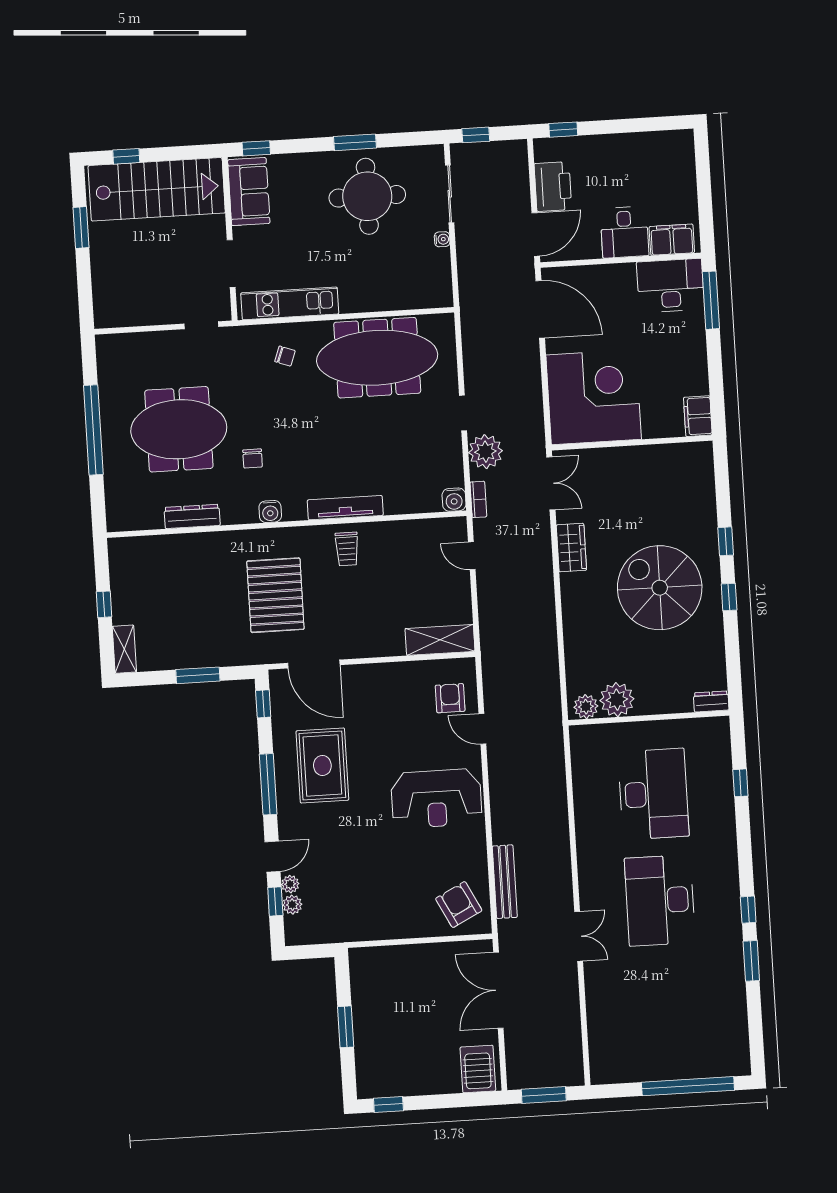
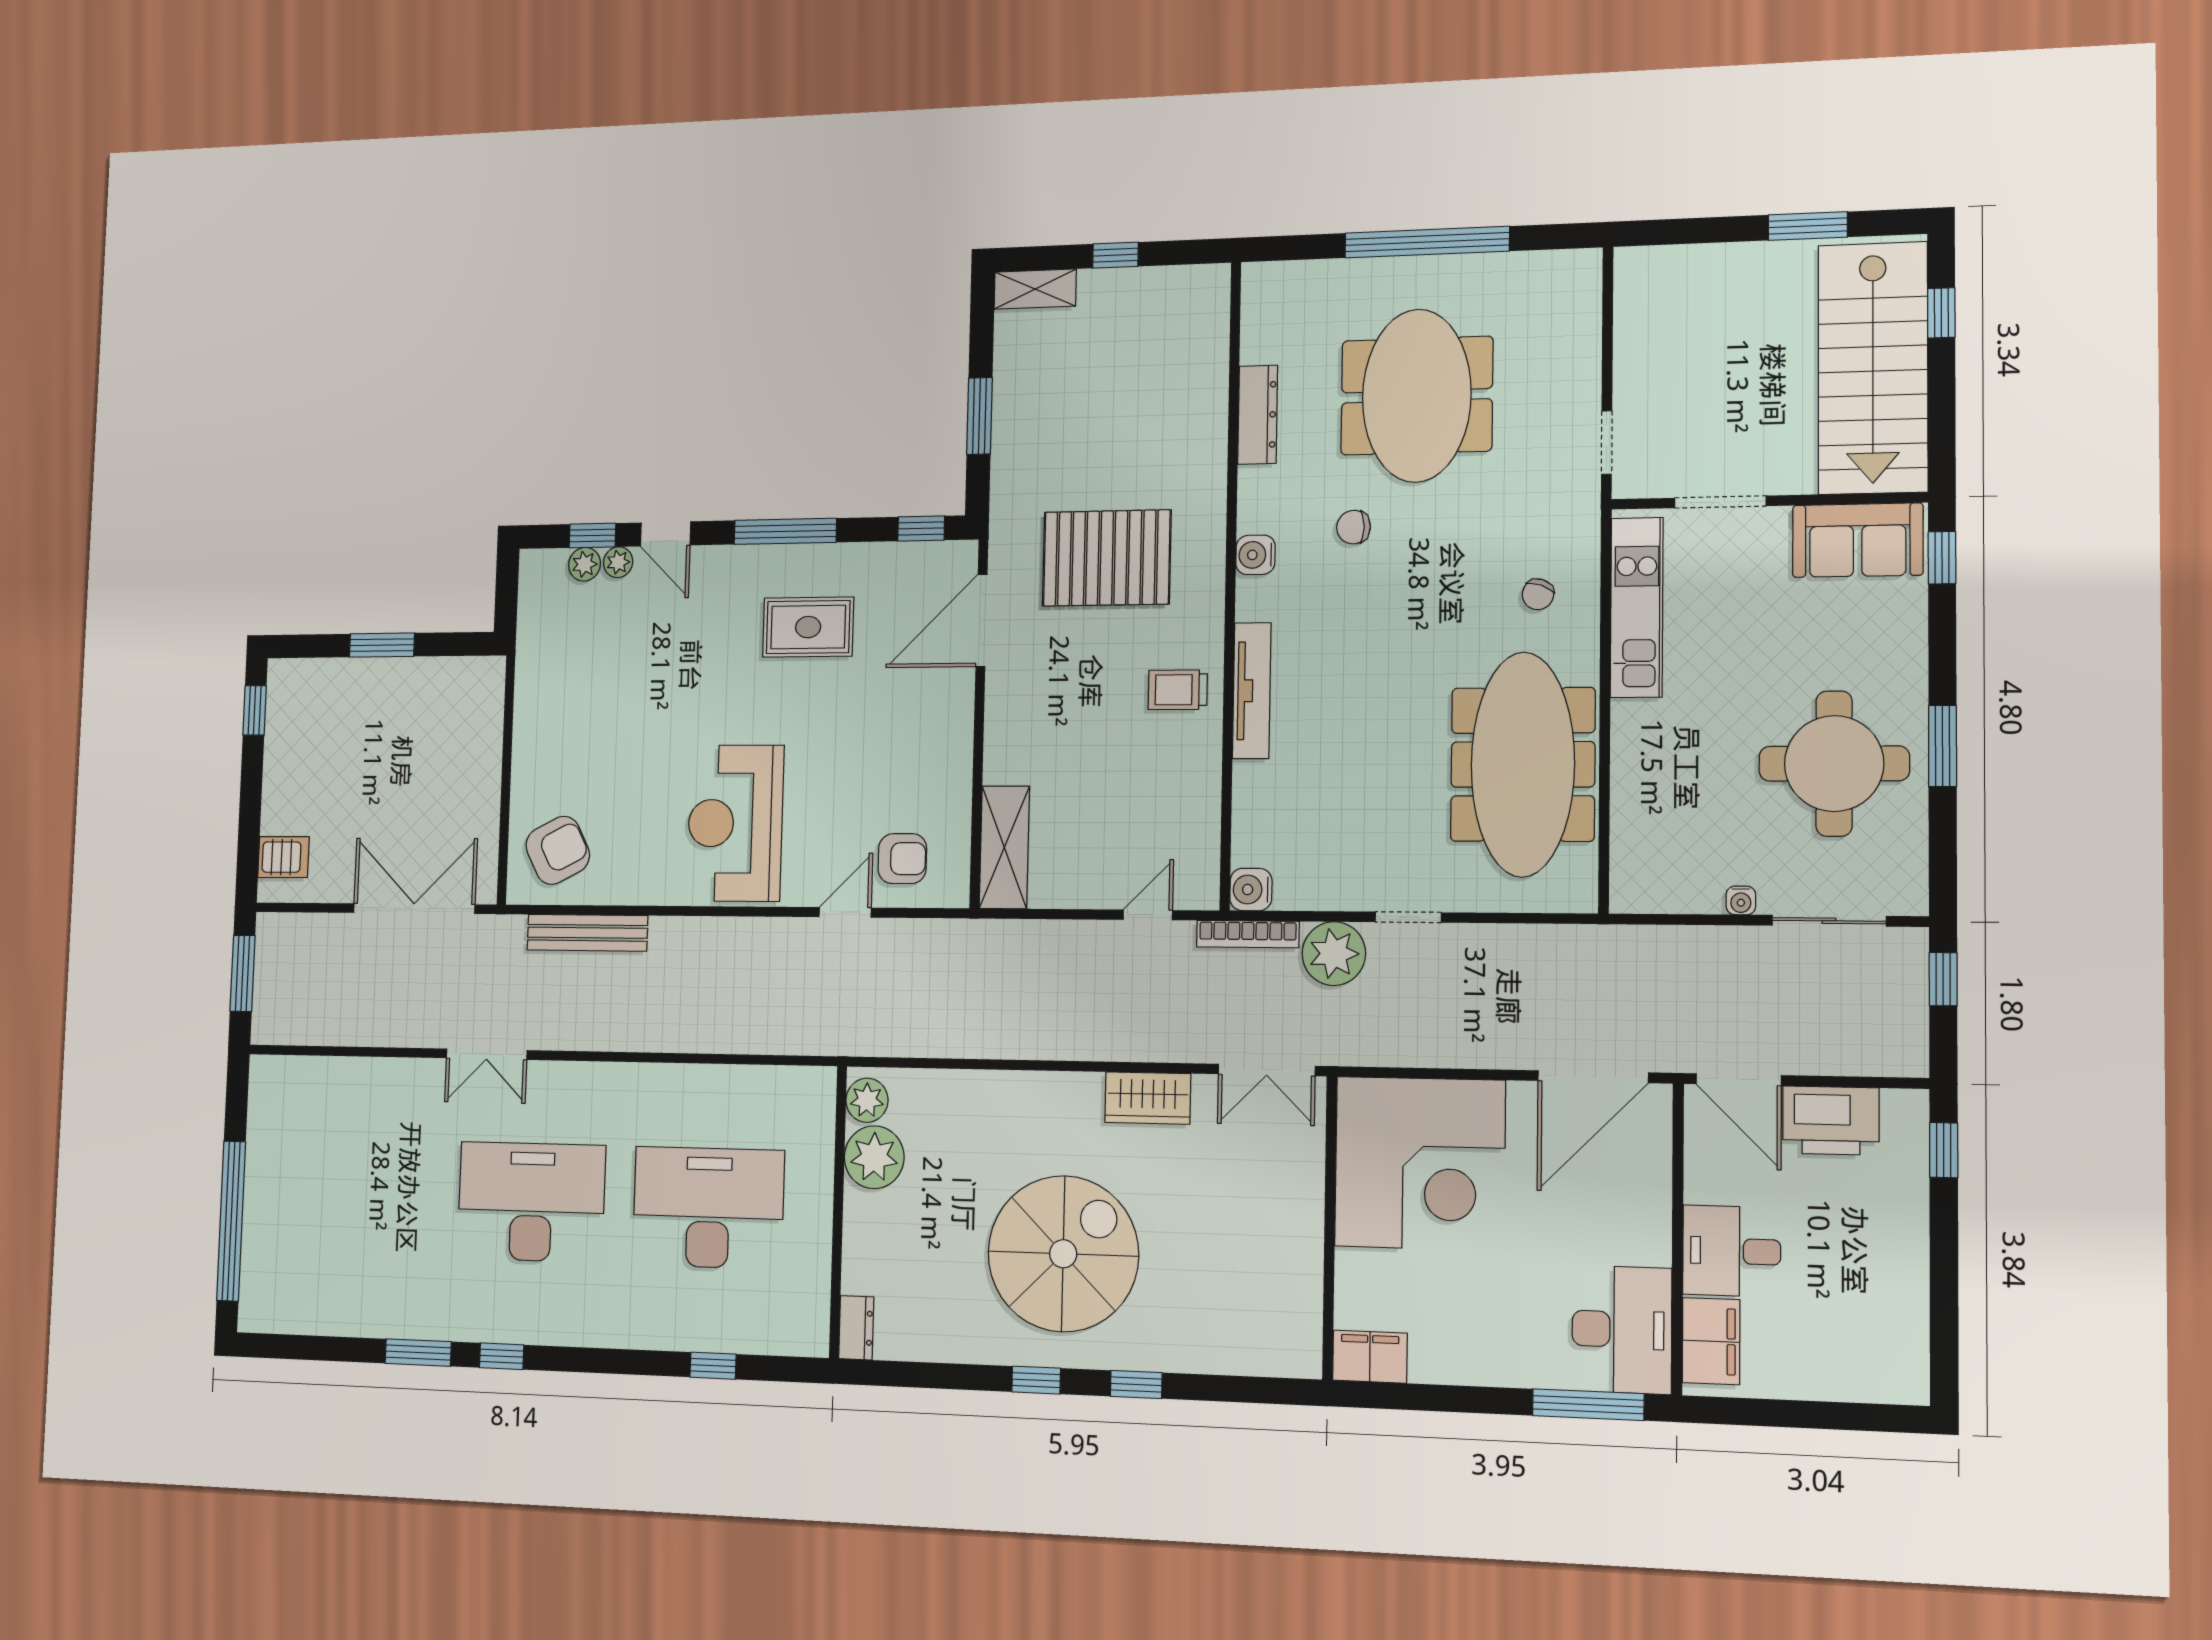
bookcase: (478, 499) -> (1248, 934), width x1.56
rug: (322, 766) -> (808, 627), width x0.73, depth x0.70
desk: (653, 794) -> (708, 1208), turned 180
server rack: (478, 1069) -> (283, 857), width x0.73, depth x0.70

